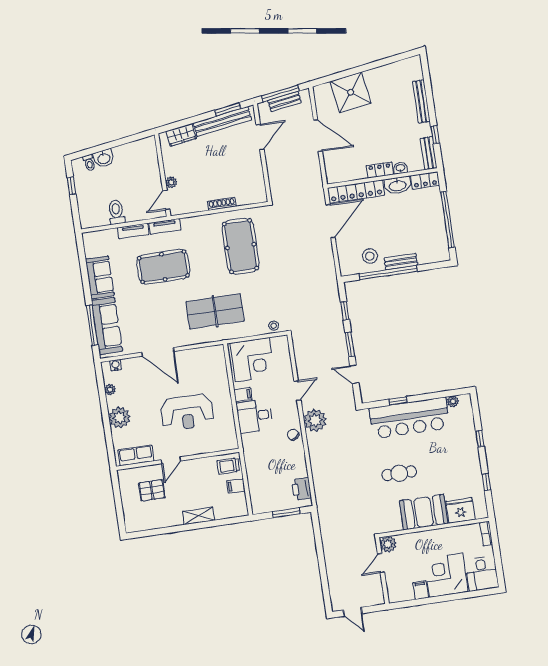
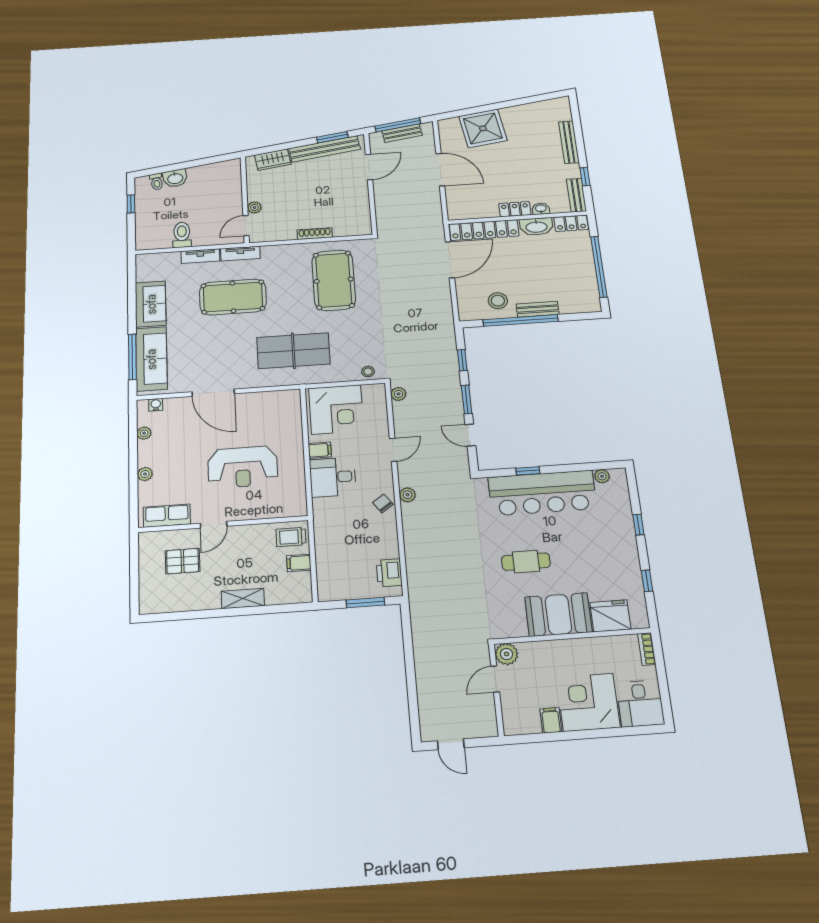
plant: (298, 343) -> (398, 394), added
plant: (120, 417) -> (145, 474), width x0.53, depth x0.53
plant: (315, 420) -> (408, 495), width x0.53, depth x0.53

